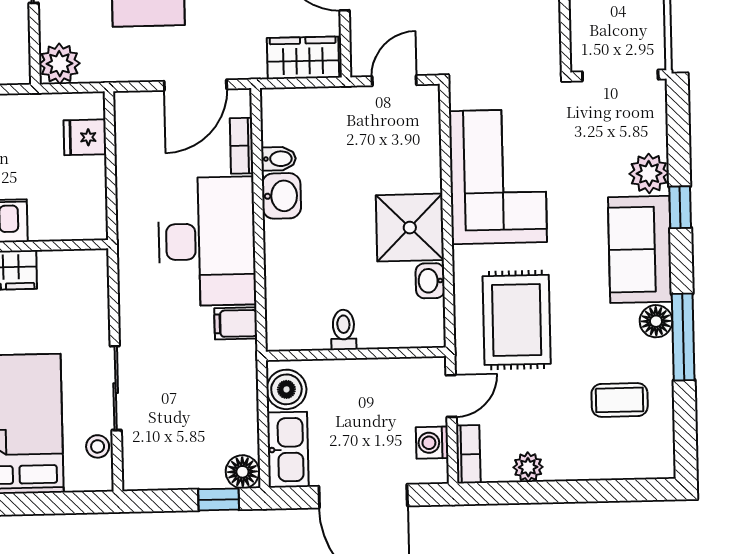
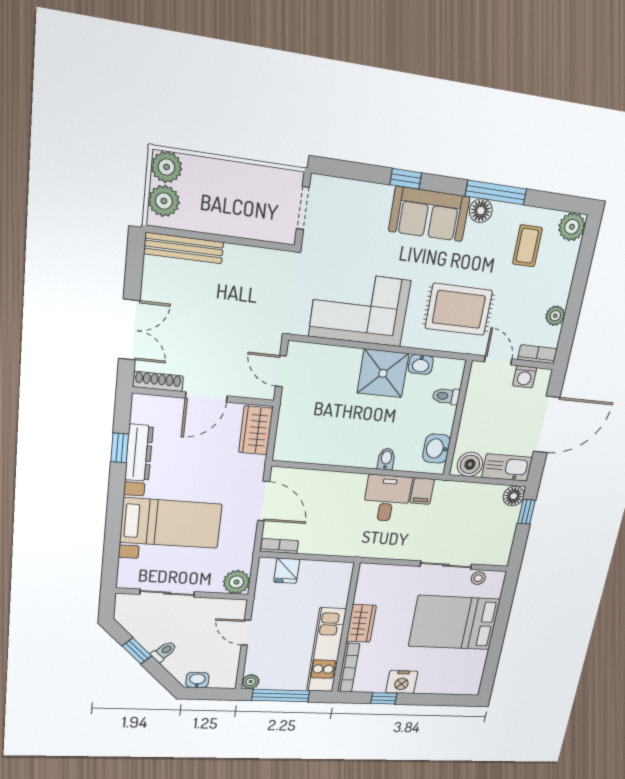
doorway: (620, 75) -> (303, 208), width x0.73
bookcase: (242, 146) -> (279, 546), moved, turned 180
bidet: (279, 159) -> (386, 459), moved
plant: (649, 173) -> (572, 227), moved
washbasin: (281, 196) -> (437, 449), moved, turned -90
desk: (207, 241) -> (387, 498), width x0.53, depth x0.77
toilet: (344, 330) -> (446, 396), moved

